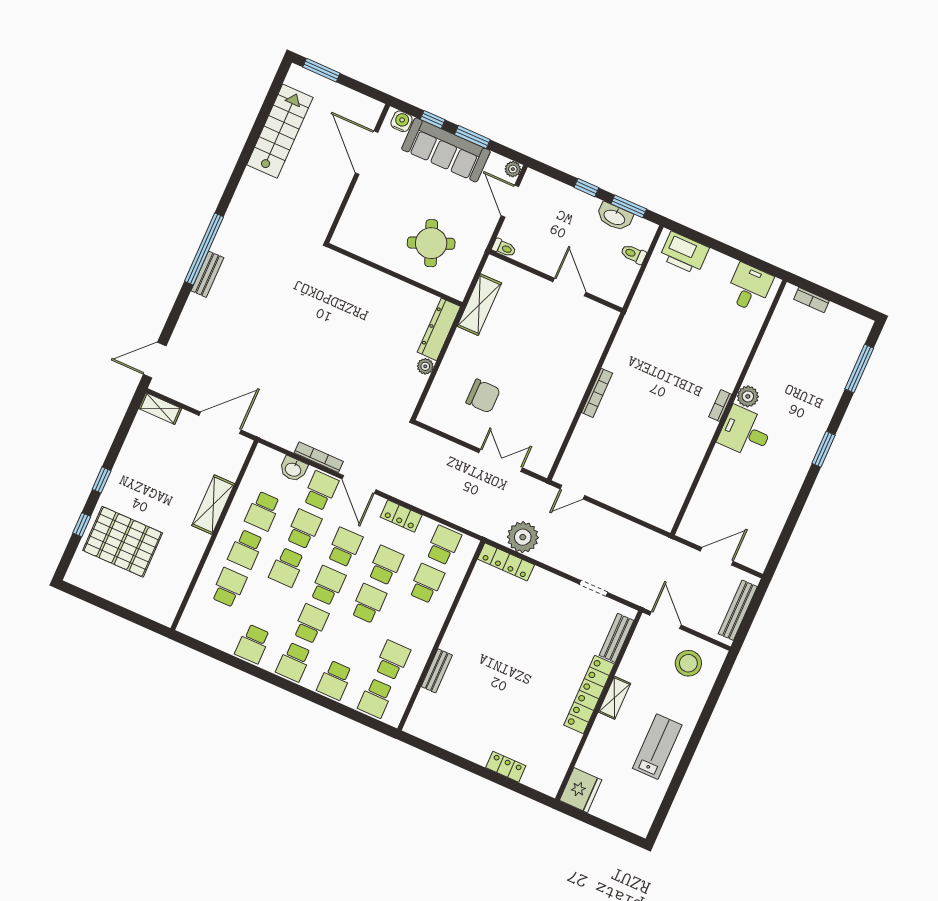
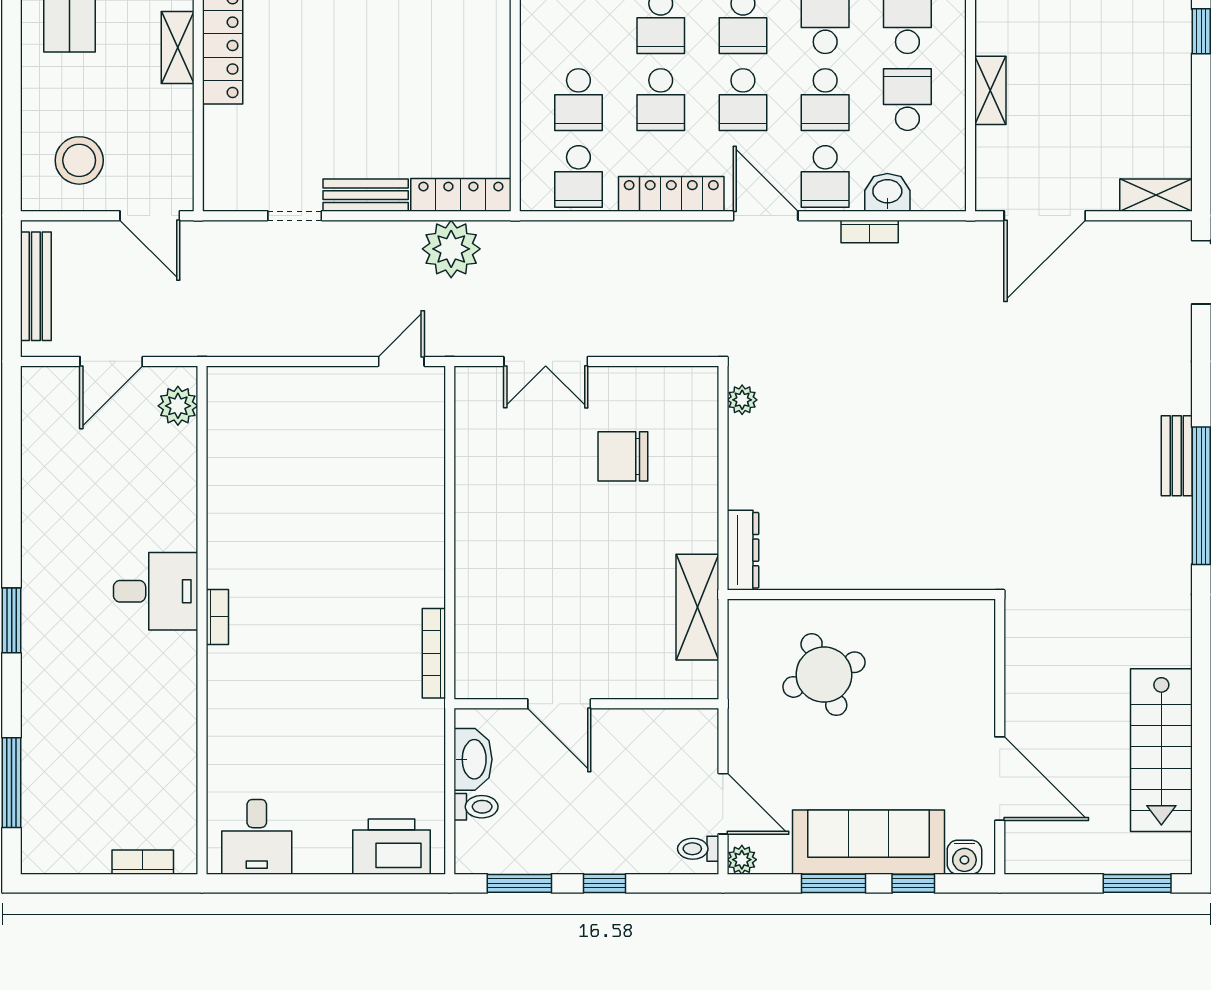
washbasin: (615, 217) -> (473, 759), moved, turned 90
toilet: (504, 248) -> (698, 849), moved
dresser: (439, 329) -> (743, 550), width x0.73, depth x0.80
plant: (425, 366) -> (742, 400), moved
bookcase: (597, 393) -> (434, 653), moved
plant: (748, 396) -> (178, 406), moved
bookcase: (319, 457) -> (870, 231), width x0.64
shelving: (213, 505) -> (990, 90), width x0.67, depth x0.75
locker: (401, 516) -> (671, 194), width x1.53
bench: (616, 638) -> (366, 195), moved, turned 90

